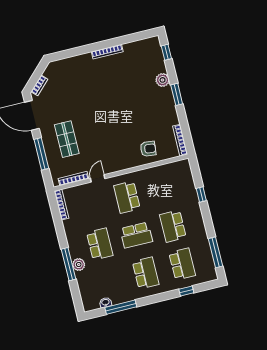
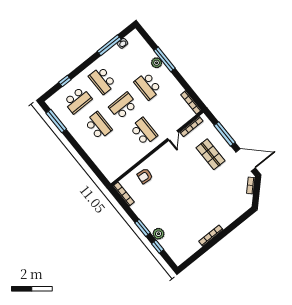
window: (166, 52) -> (158, 247), moved
window: (201, 195) -> (88, 160), removed
school desk: (182, 264) -> (78, 100), turned -90

